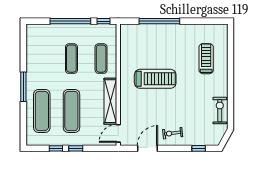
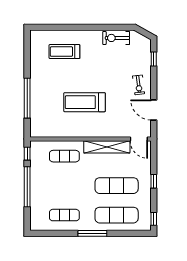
exercise mat: (71, 59) -> (64, 215), moved
treadmill: (155, 79) -> (84, 102), turned -90
window: (56, 148) -> (154, 219), moved

